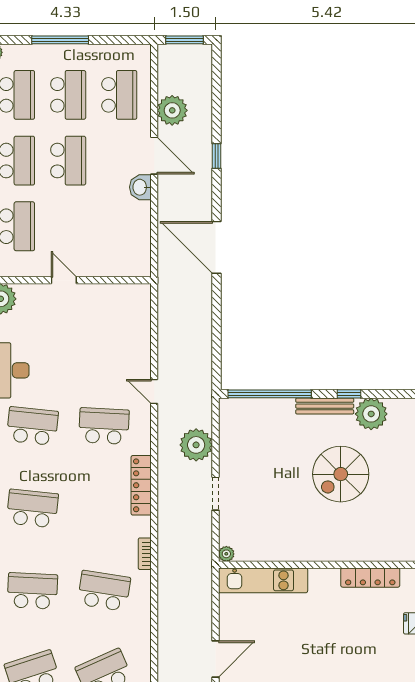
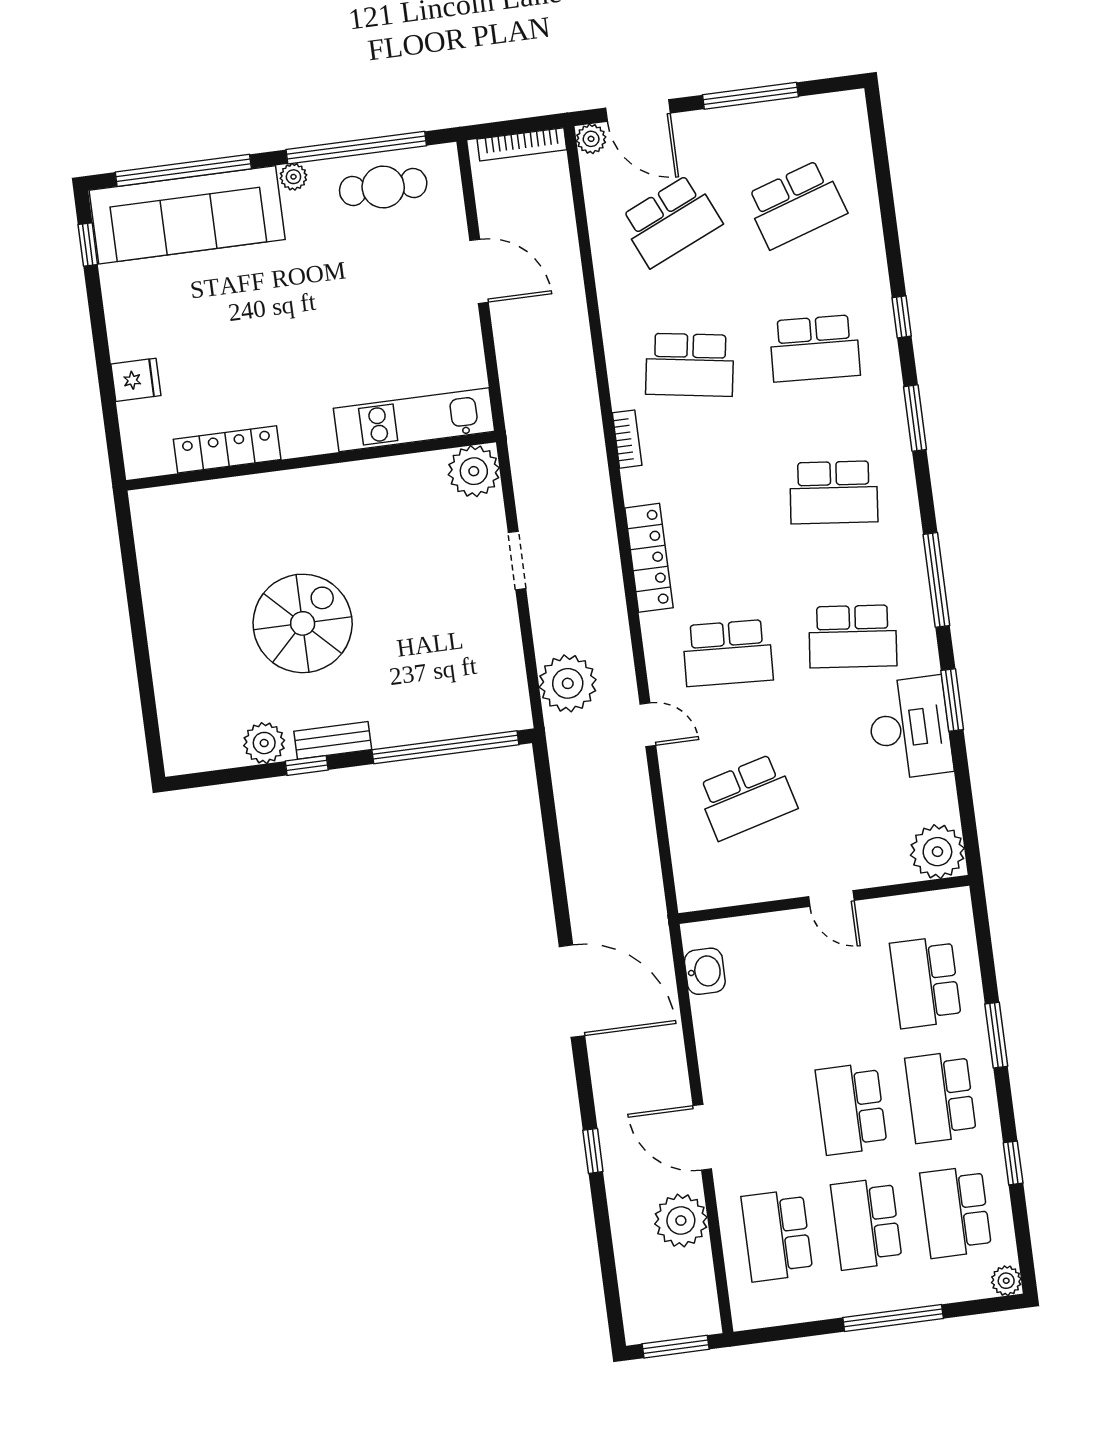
washbasin: (140, 187) -> (705, 971), moved
school desk: (104, 344) -> (747, 797), added
bench: (325, 406) -> (333, 740), width x0.73
plant: (371, 414) -> (264, 743), width x0.73, depth x0.73
plant: (196, 445) -> (568, 683), moved
plant: (226, 554) -> (474, 471), width x1.88, depth x1.88
door: (215, 659) -> (479, 271), swing flipped

